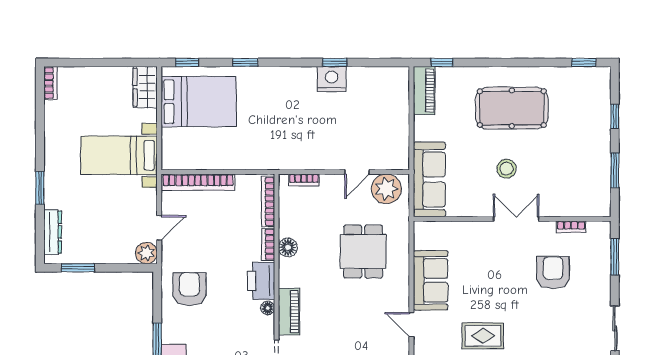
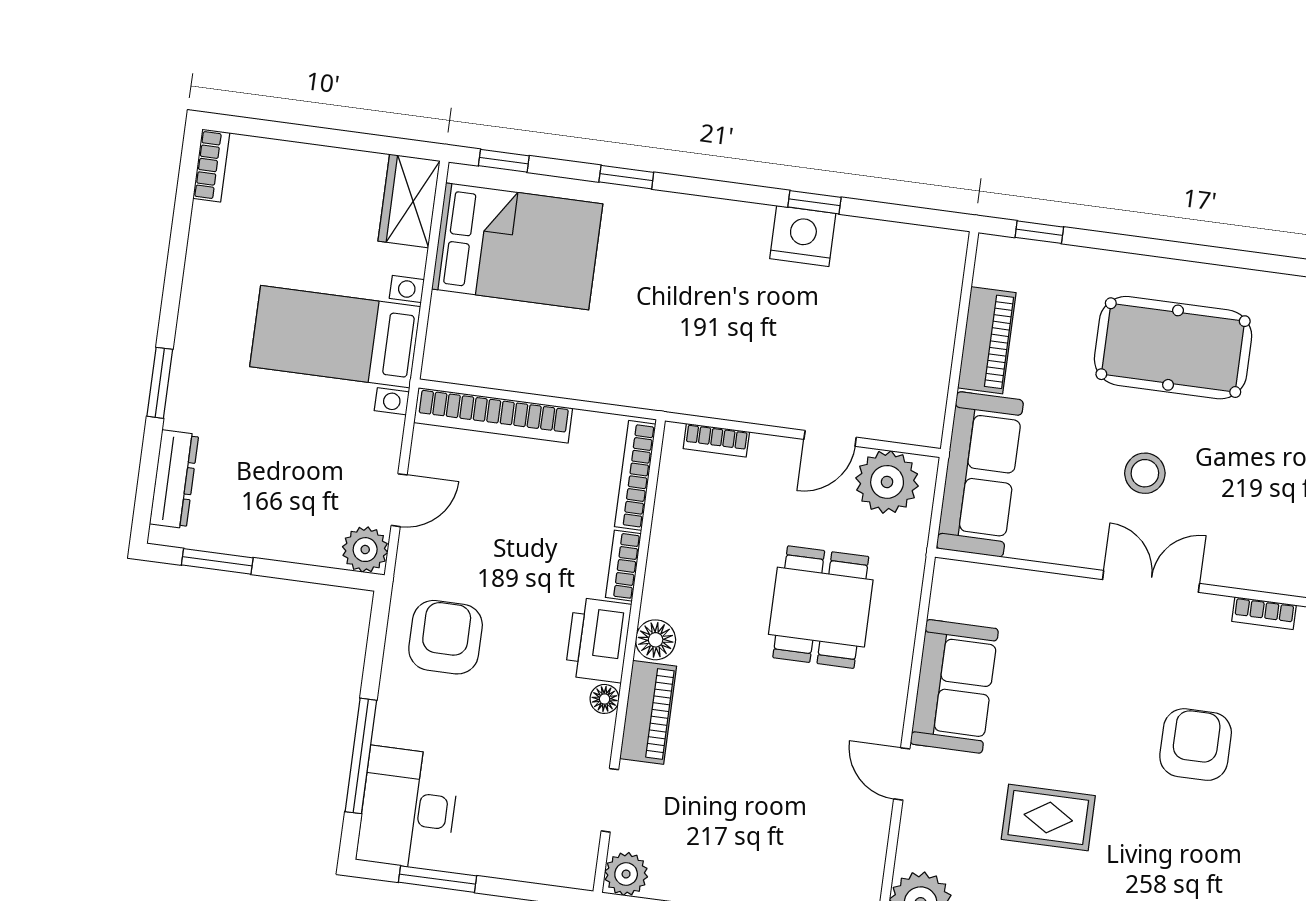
piano: (424, 91) -> (987, 340), moved
floor lamp: (288, 247) -> (656, 640), moved
armchair: (553, 273) -> (1196, 745), moved

